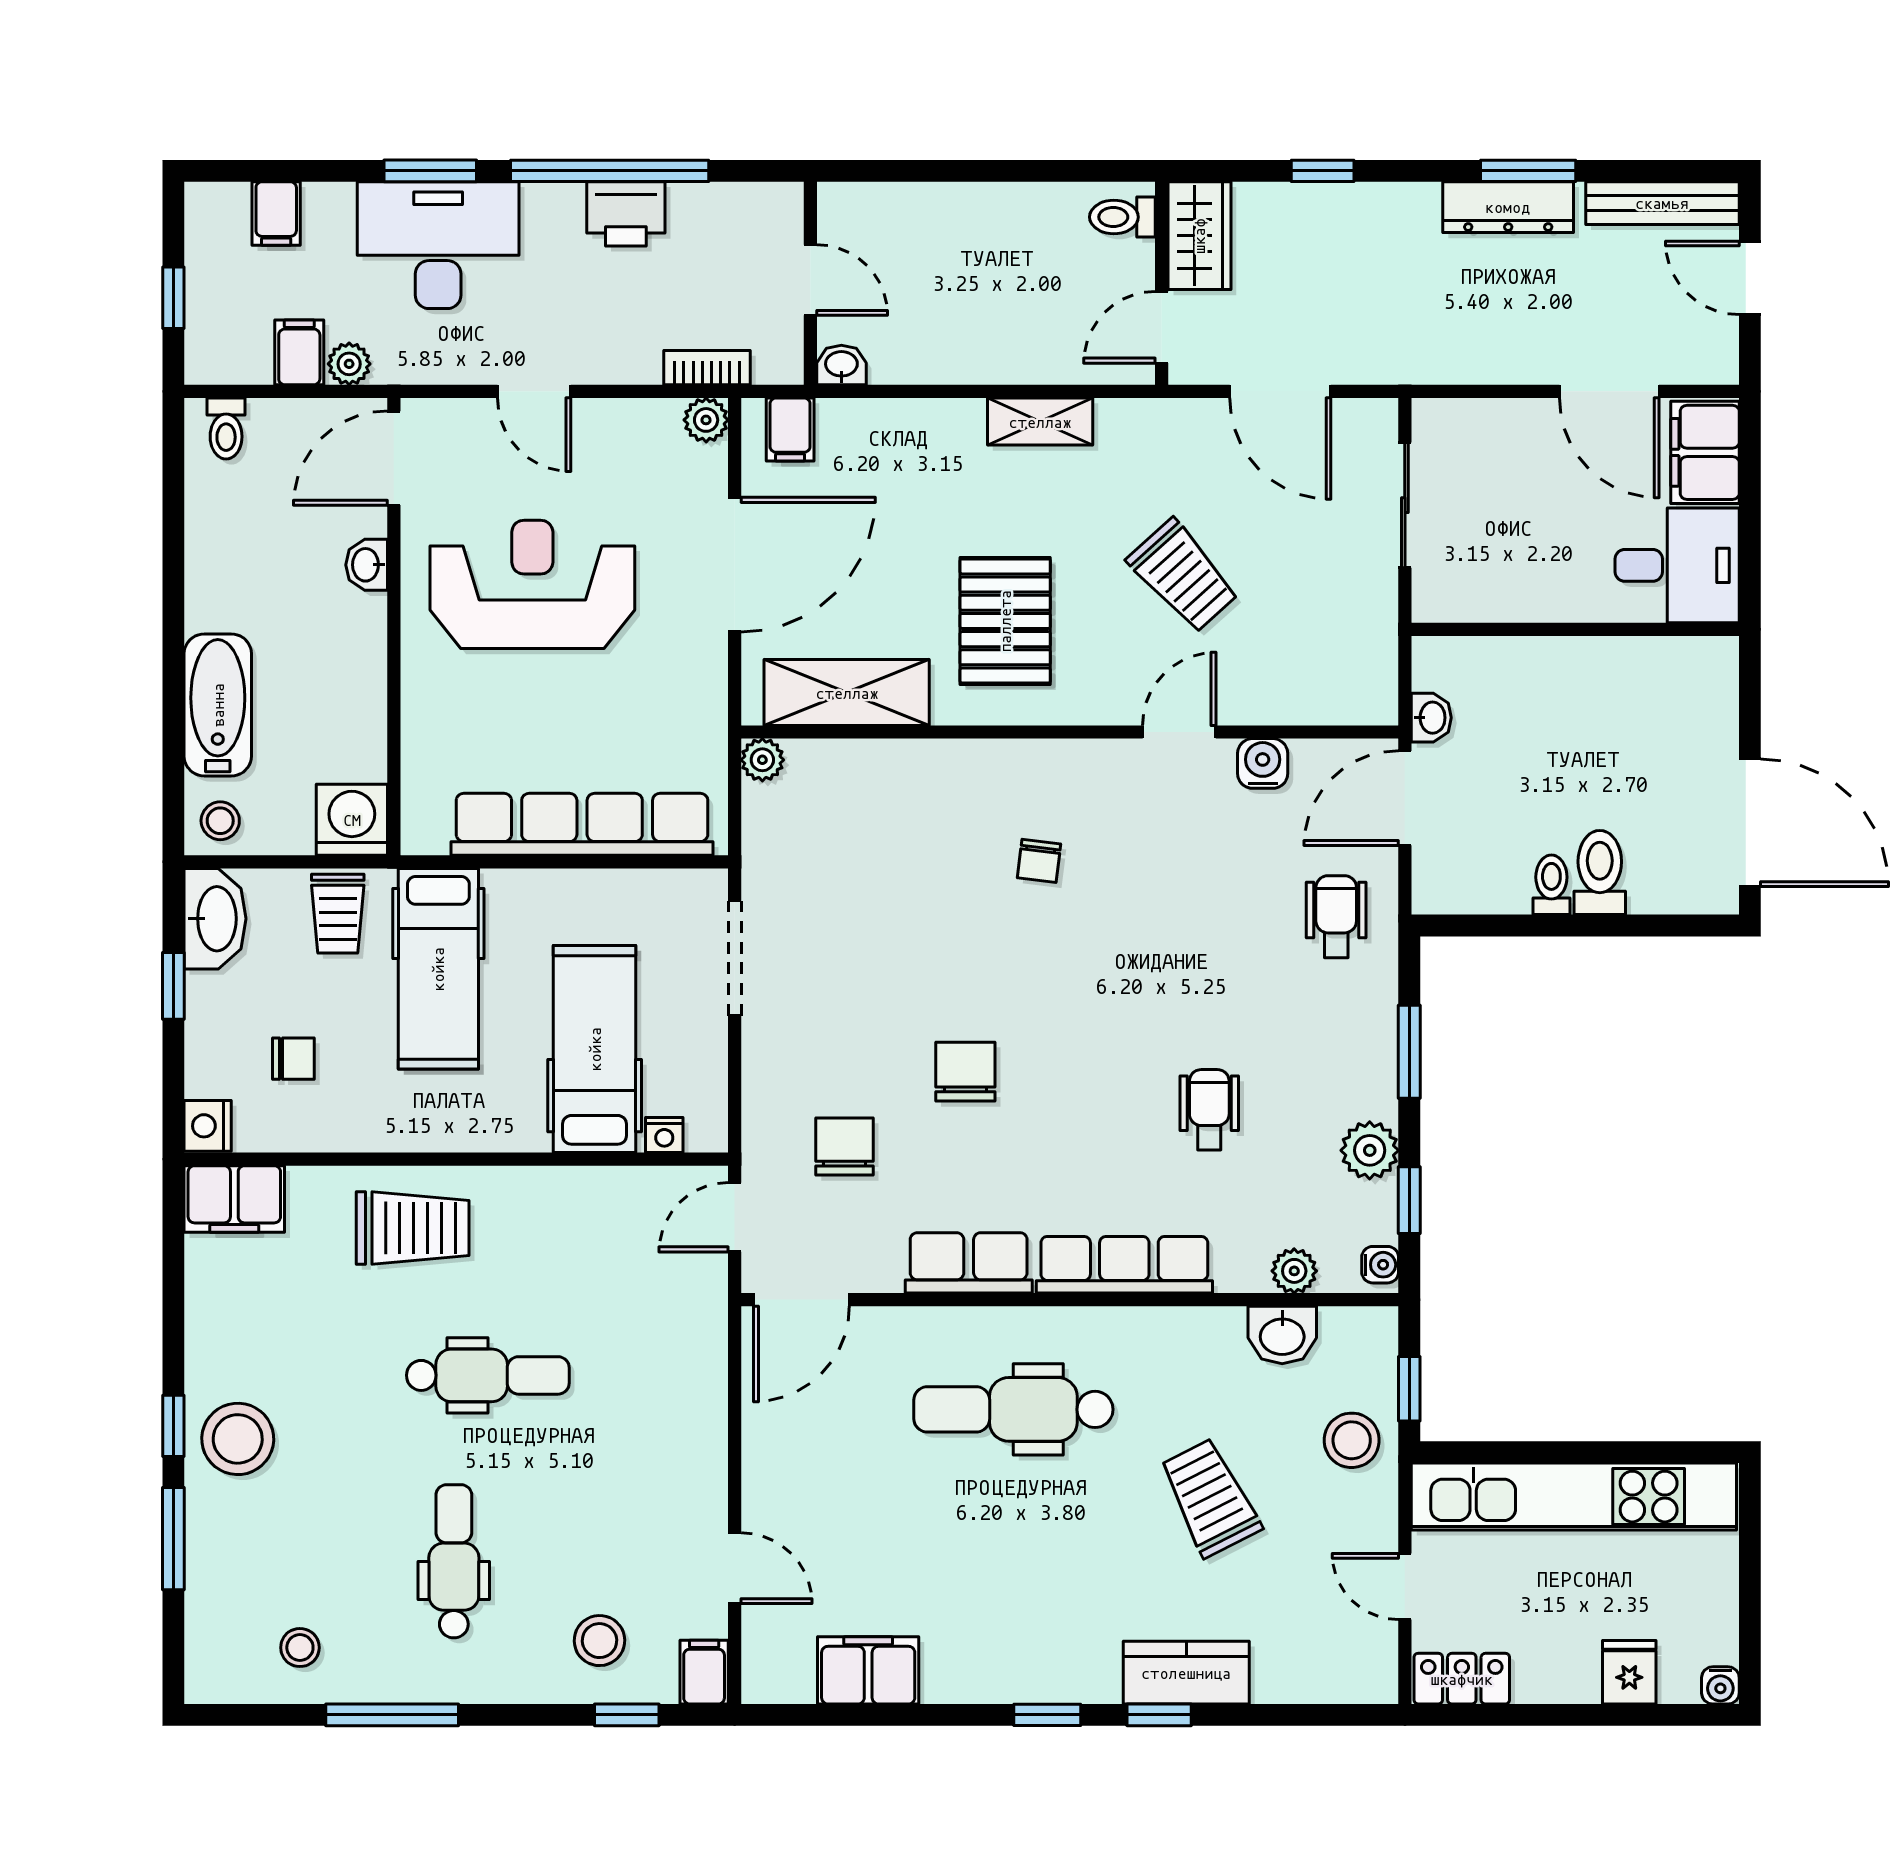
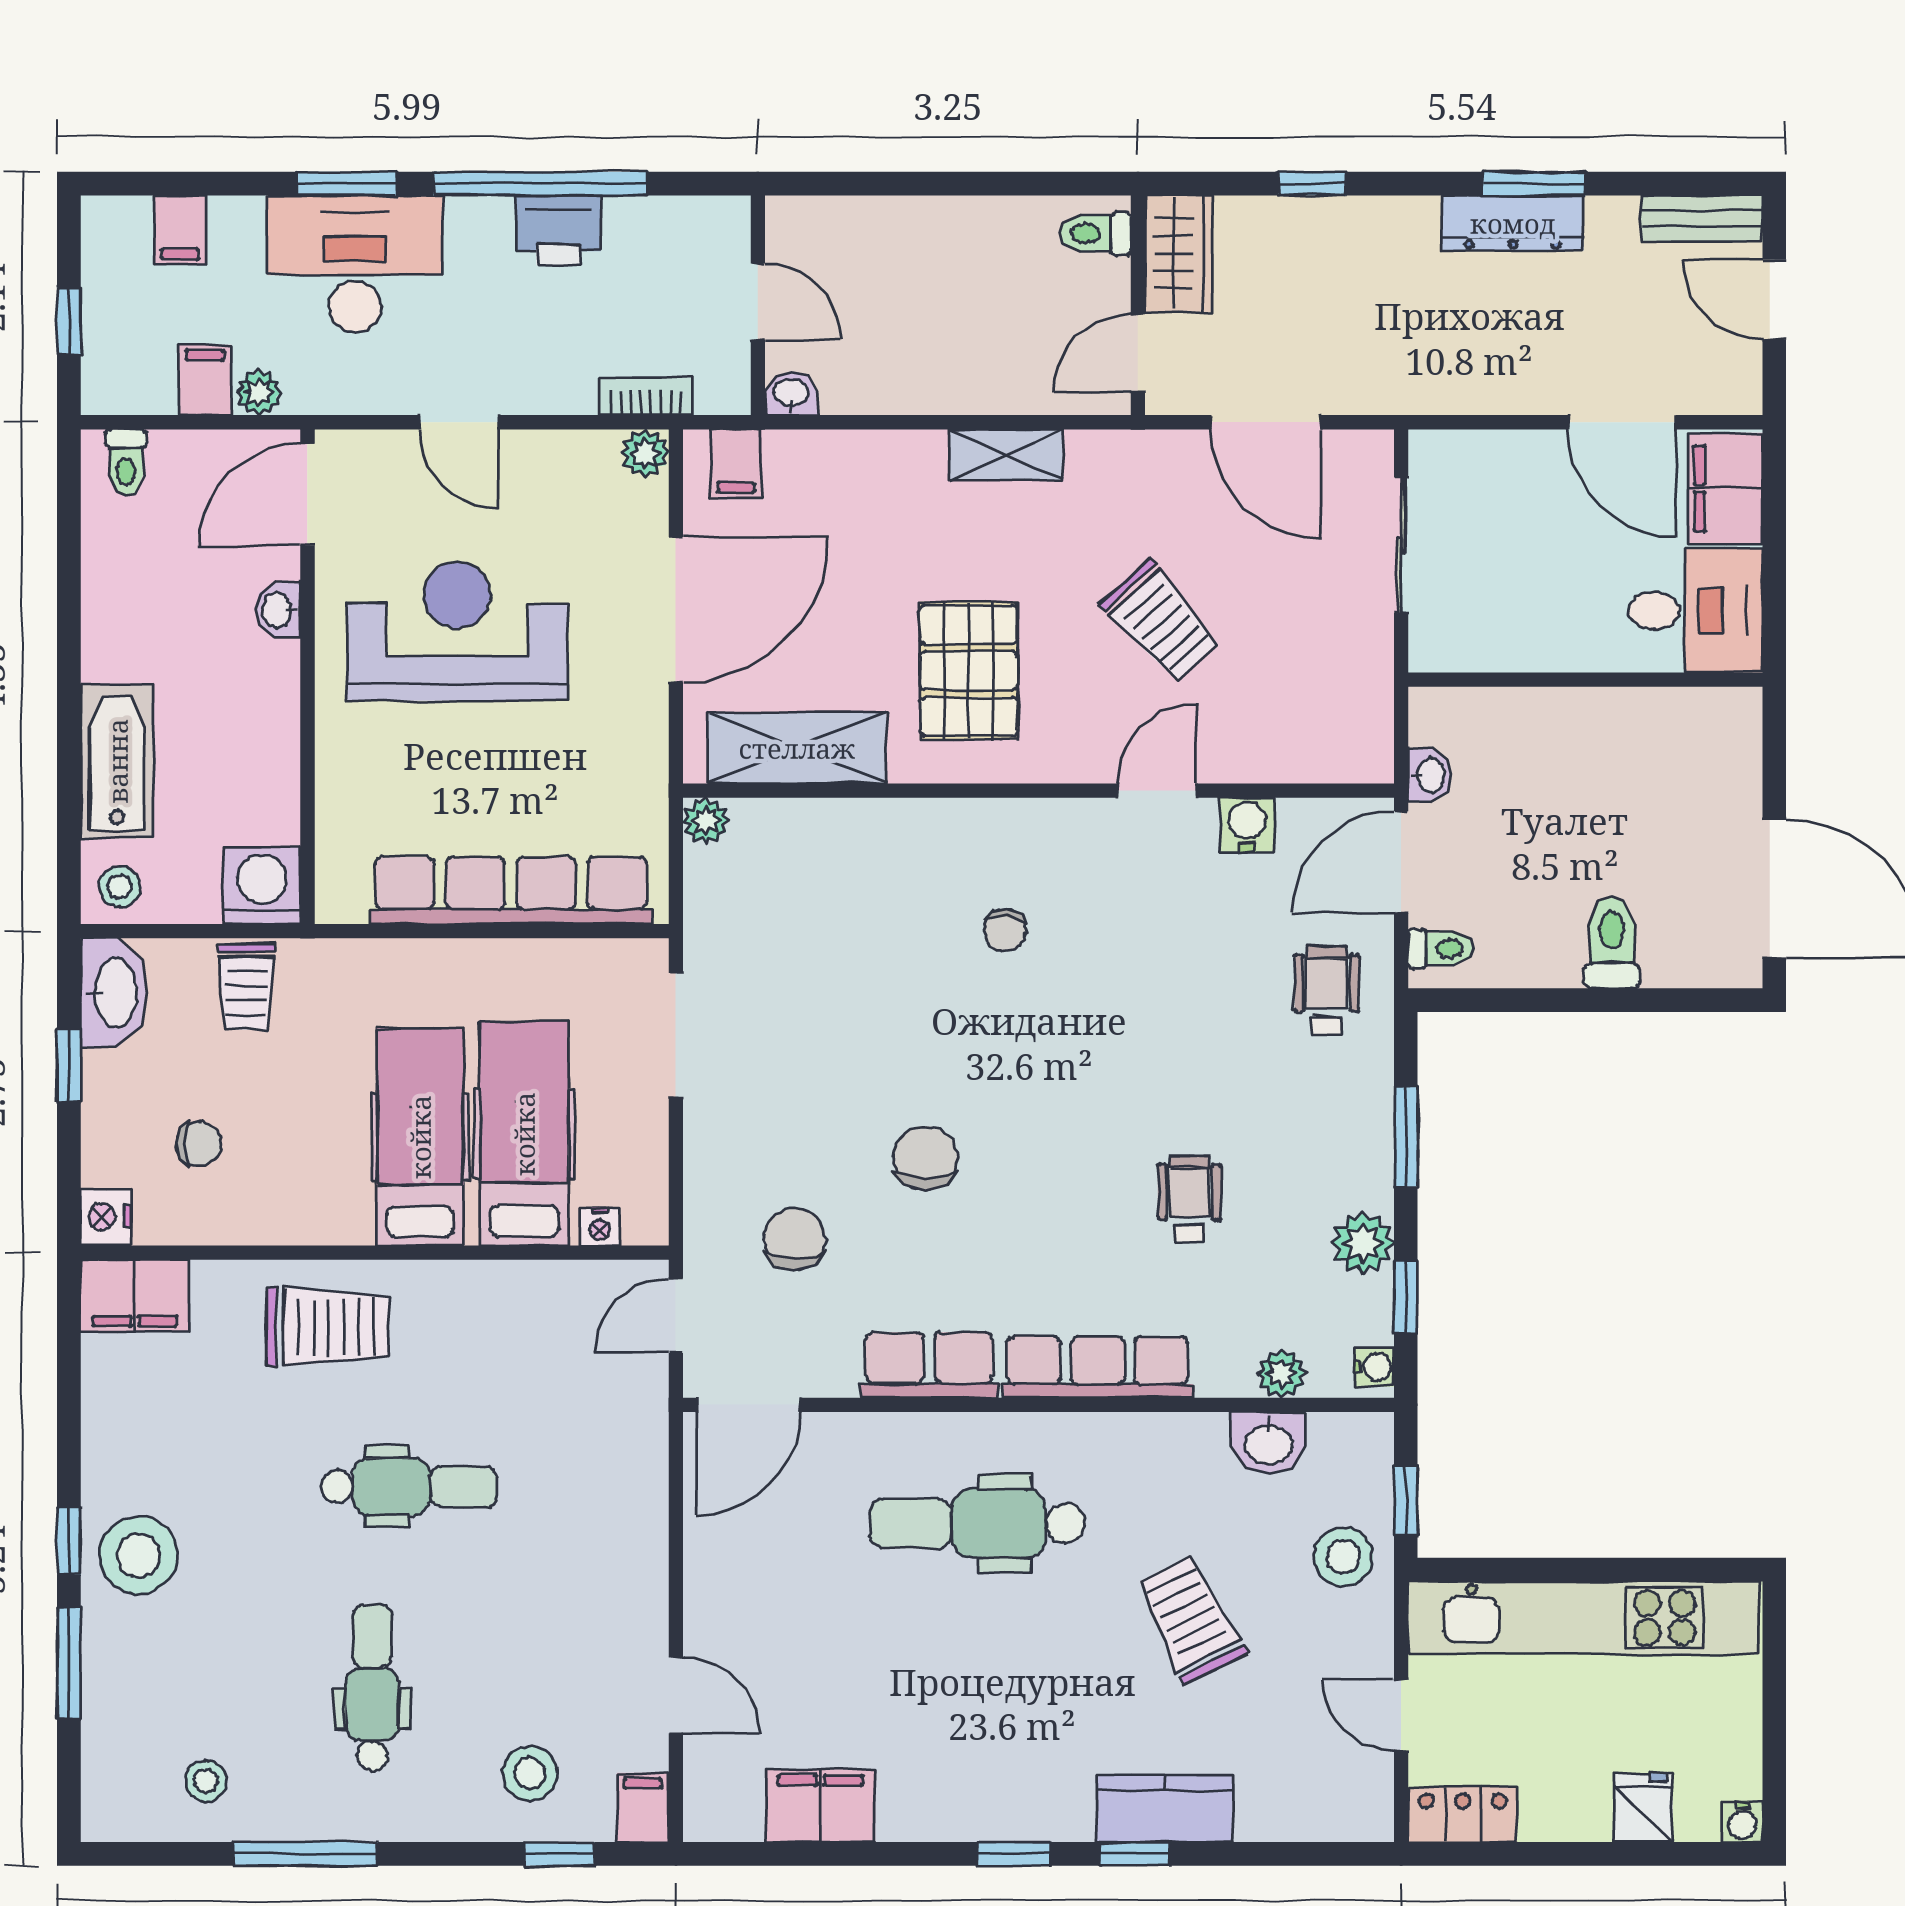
bench: (1662, 203) -> (1702, 219), width x0.73
toilet: (1551, 885) -> (1441, 949), moved, turned 90
hospital bed: (438, 969) -> (420, 1137), moved, turned 180

